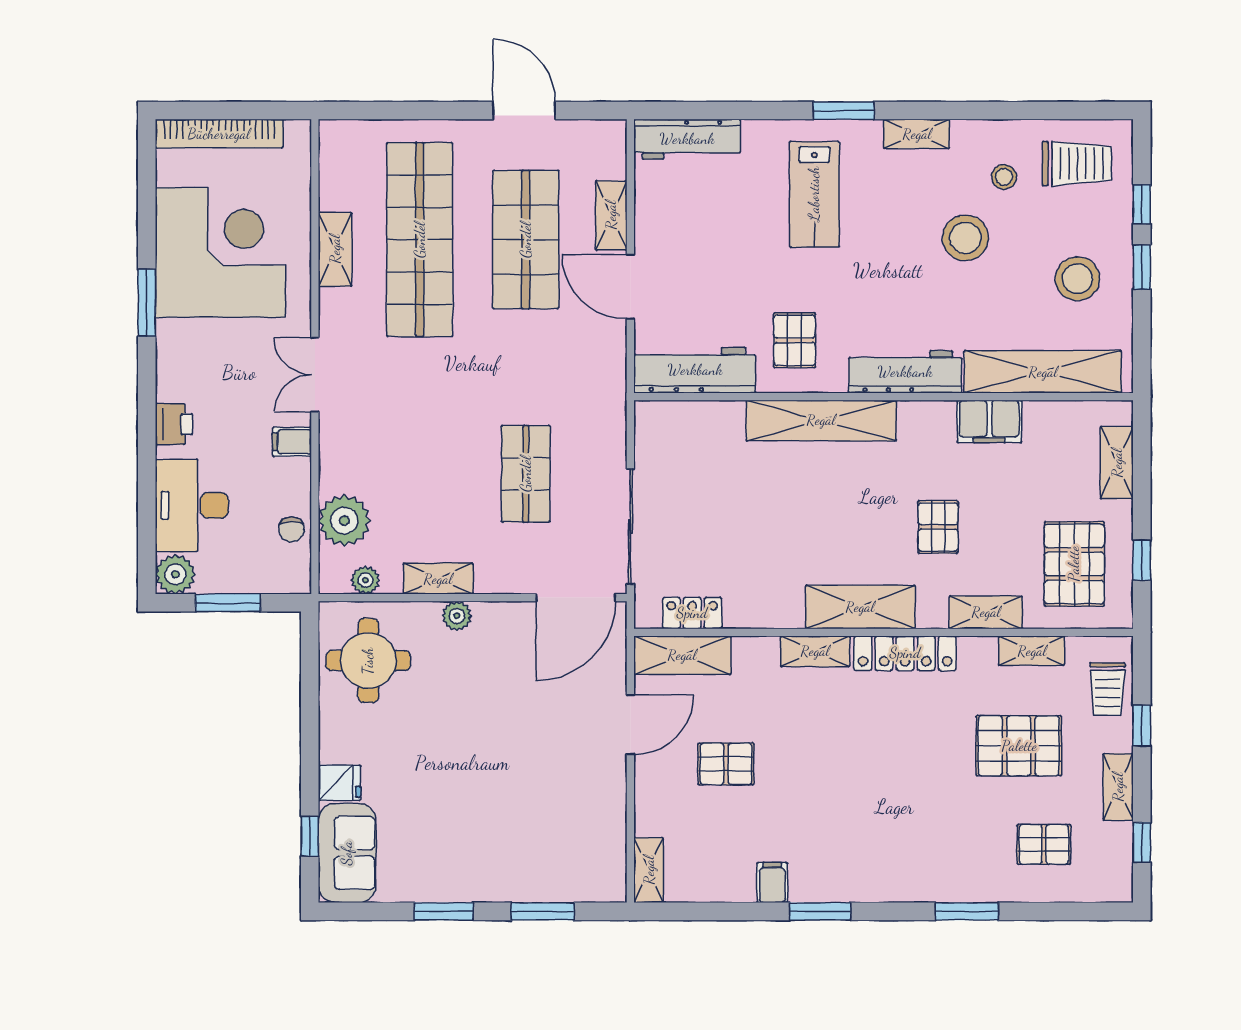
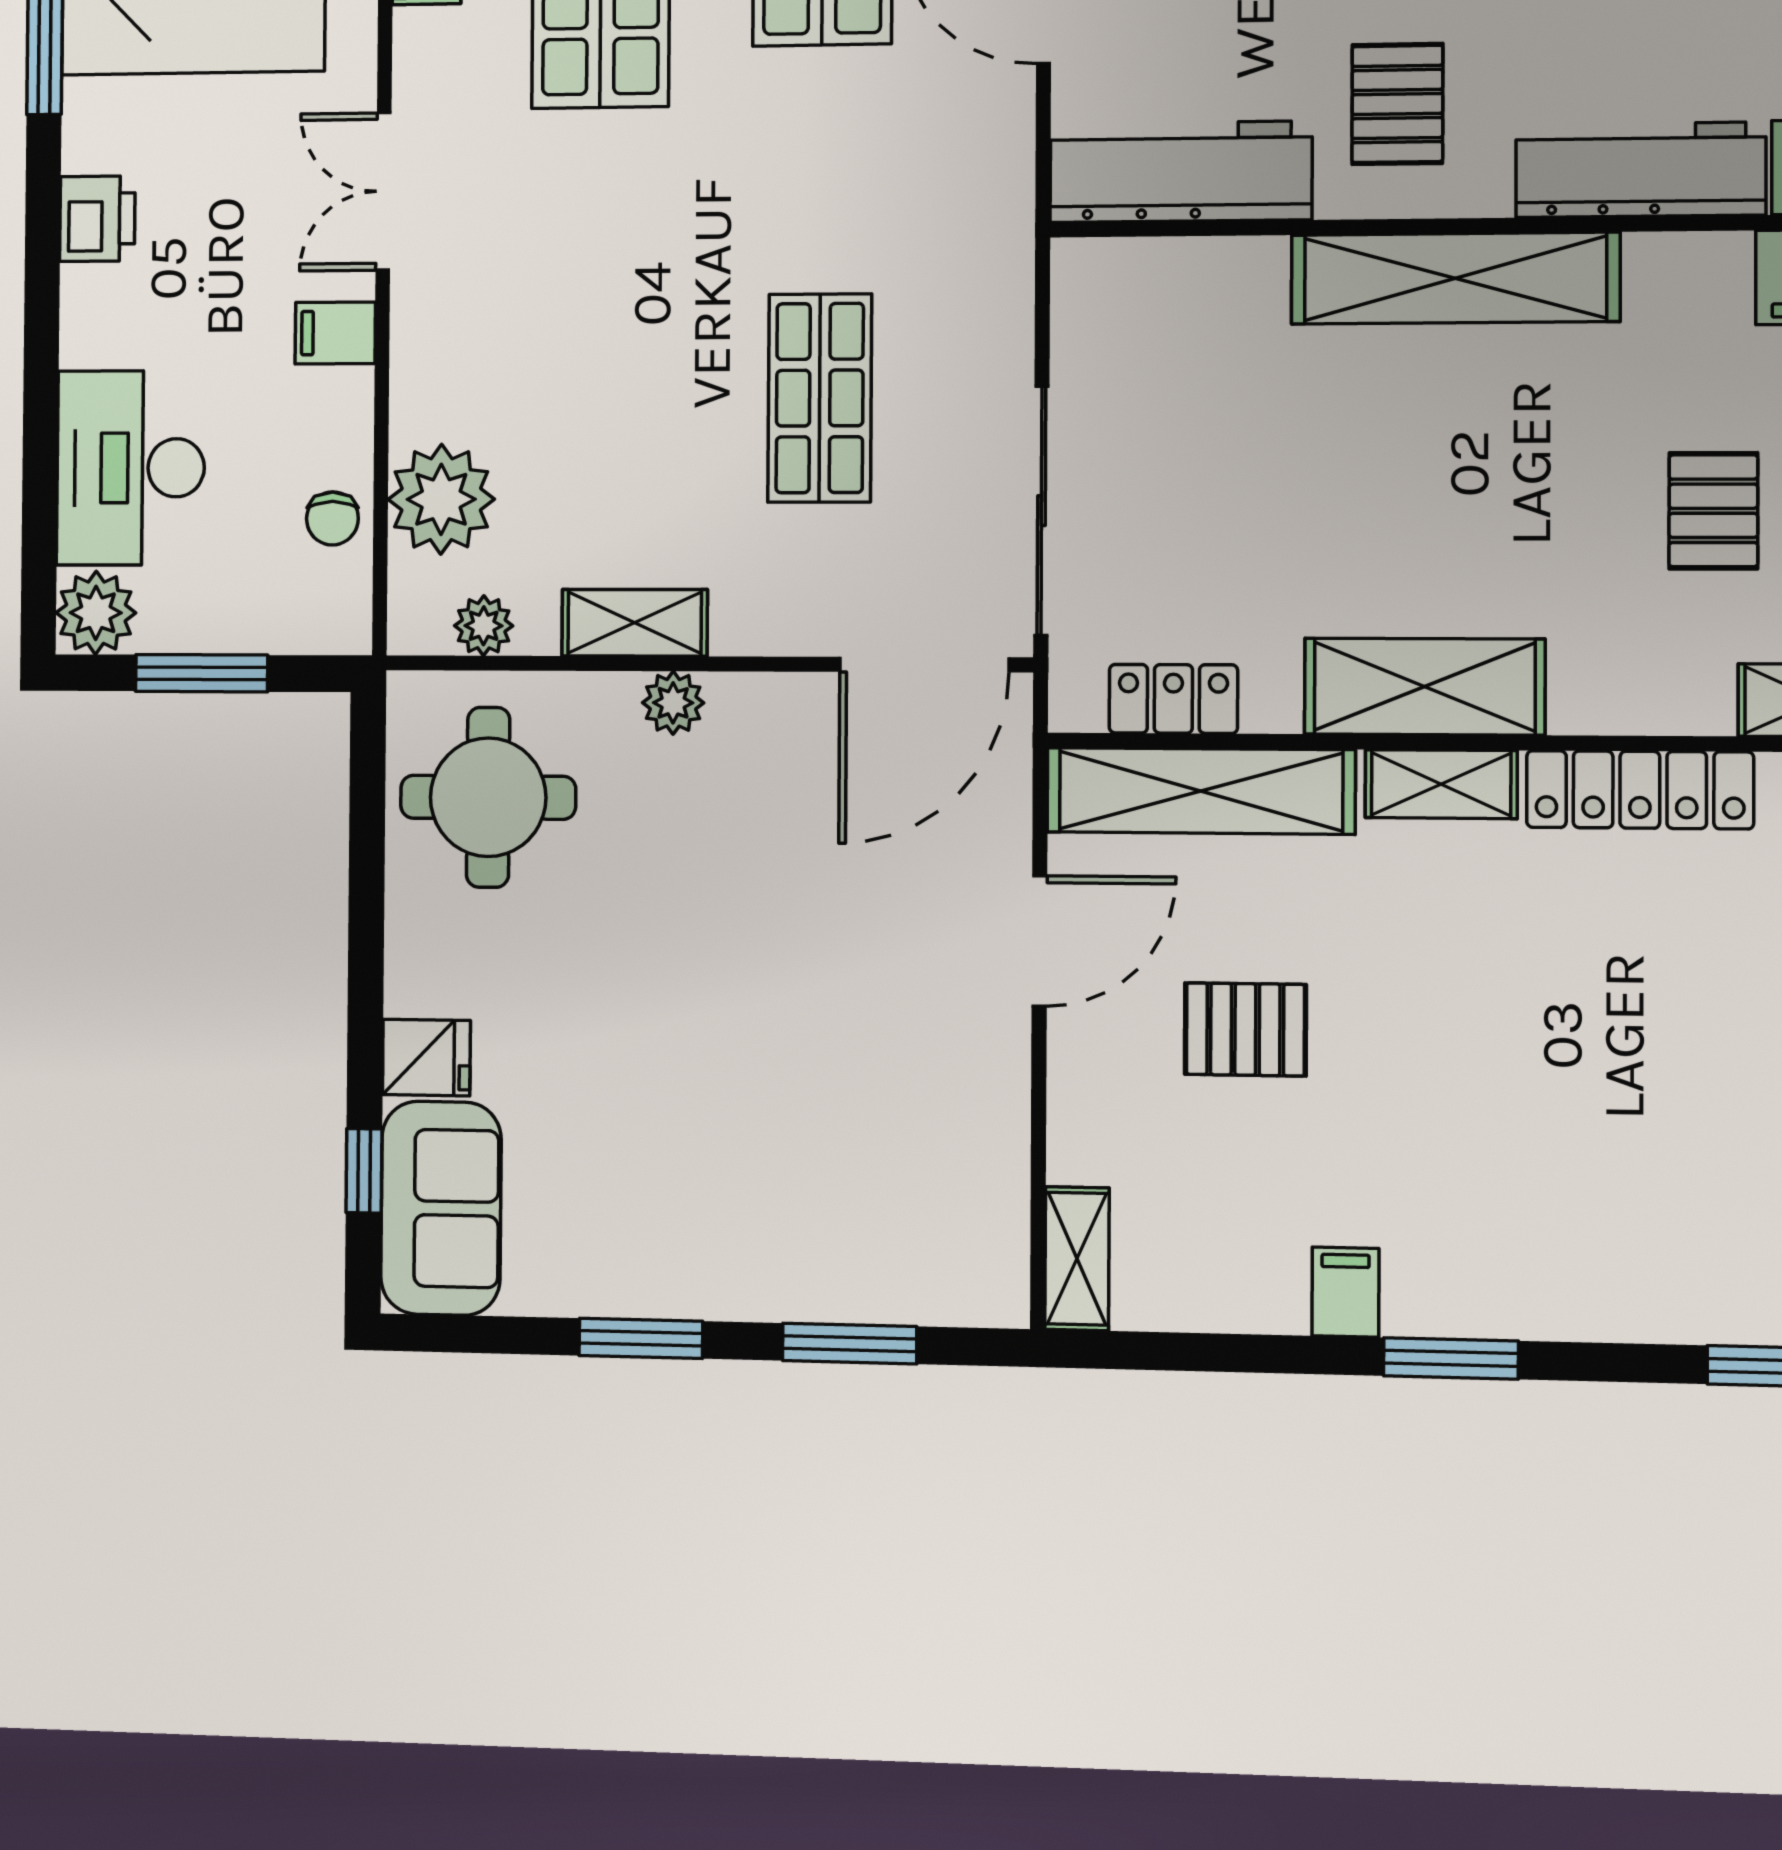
printer: (174, 424) -> (97, 219), moved
shelving: (860, 607) -> (1425, 687), moved
shelving: (682, 655) -> (1201, 791), width x1.47

